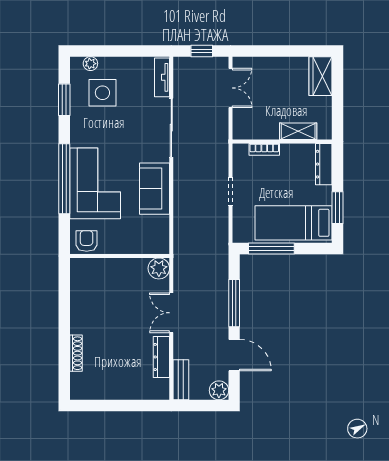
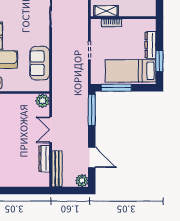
shelving: (298, 131) -> (106, 11), moved
dresser: (324, 164) -> (150, 45), moved
sofa: (155, 189) -> (40, 63), moved
window: (234, 303) -> (92, 110), moved
bench: (181, 380) -> (57, 169), width x1.36

